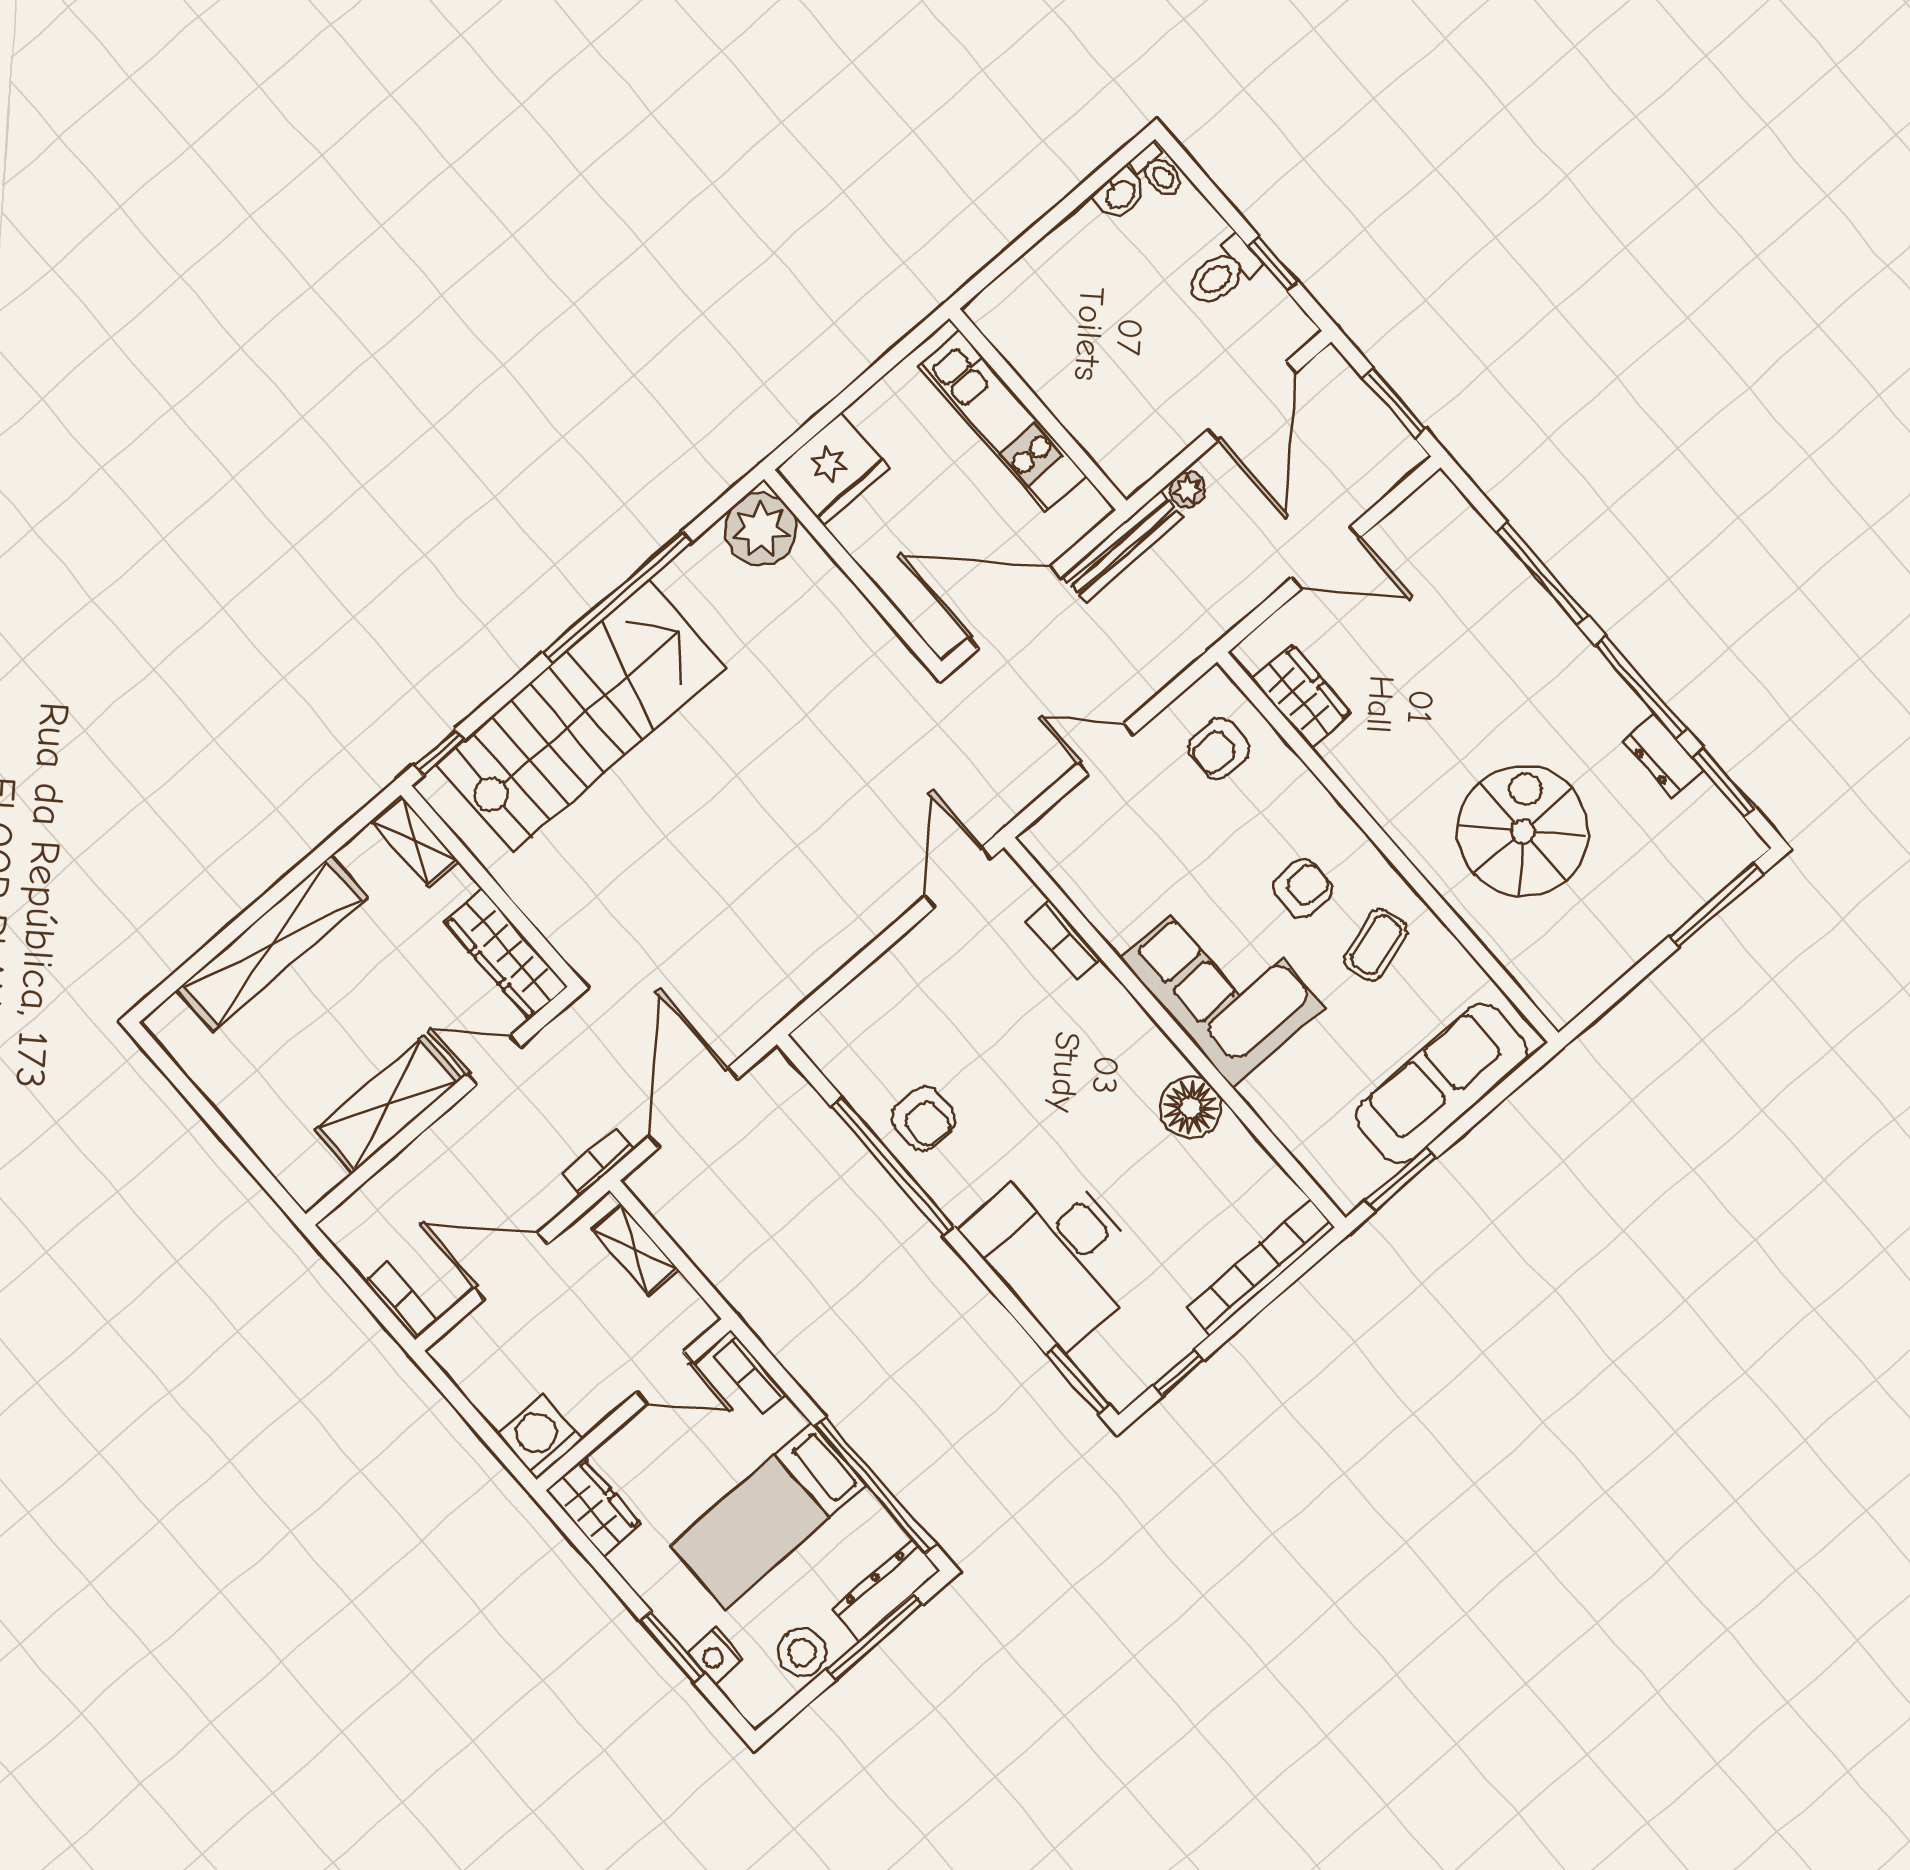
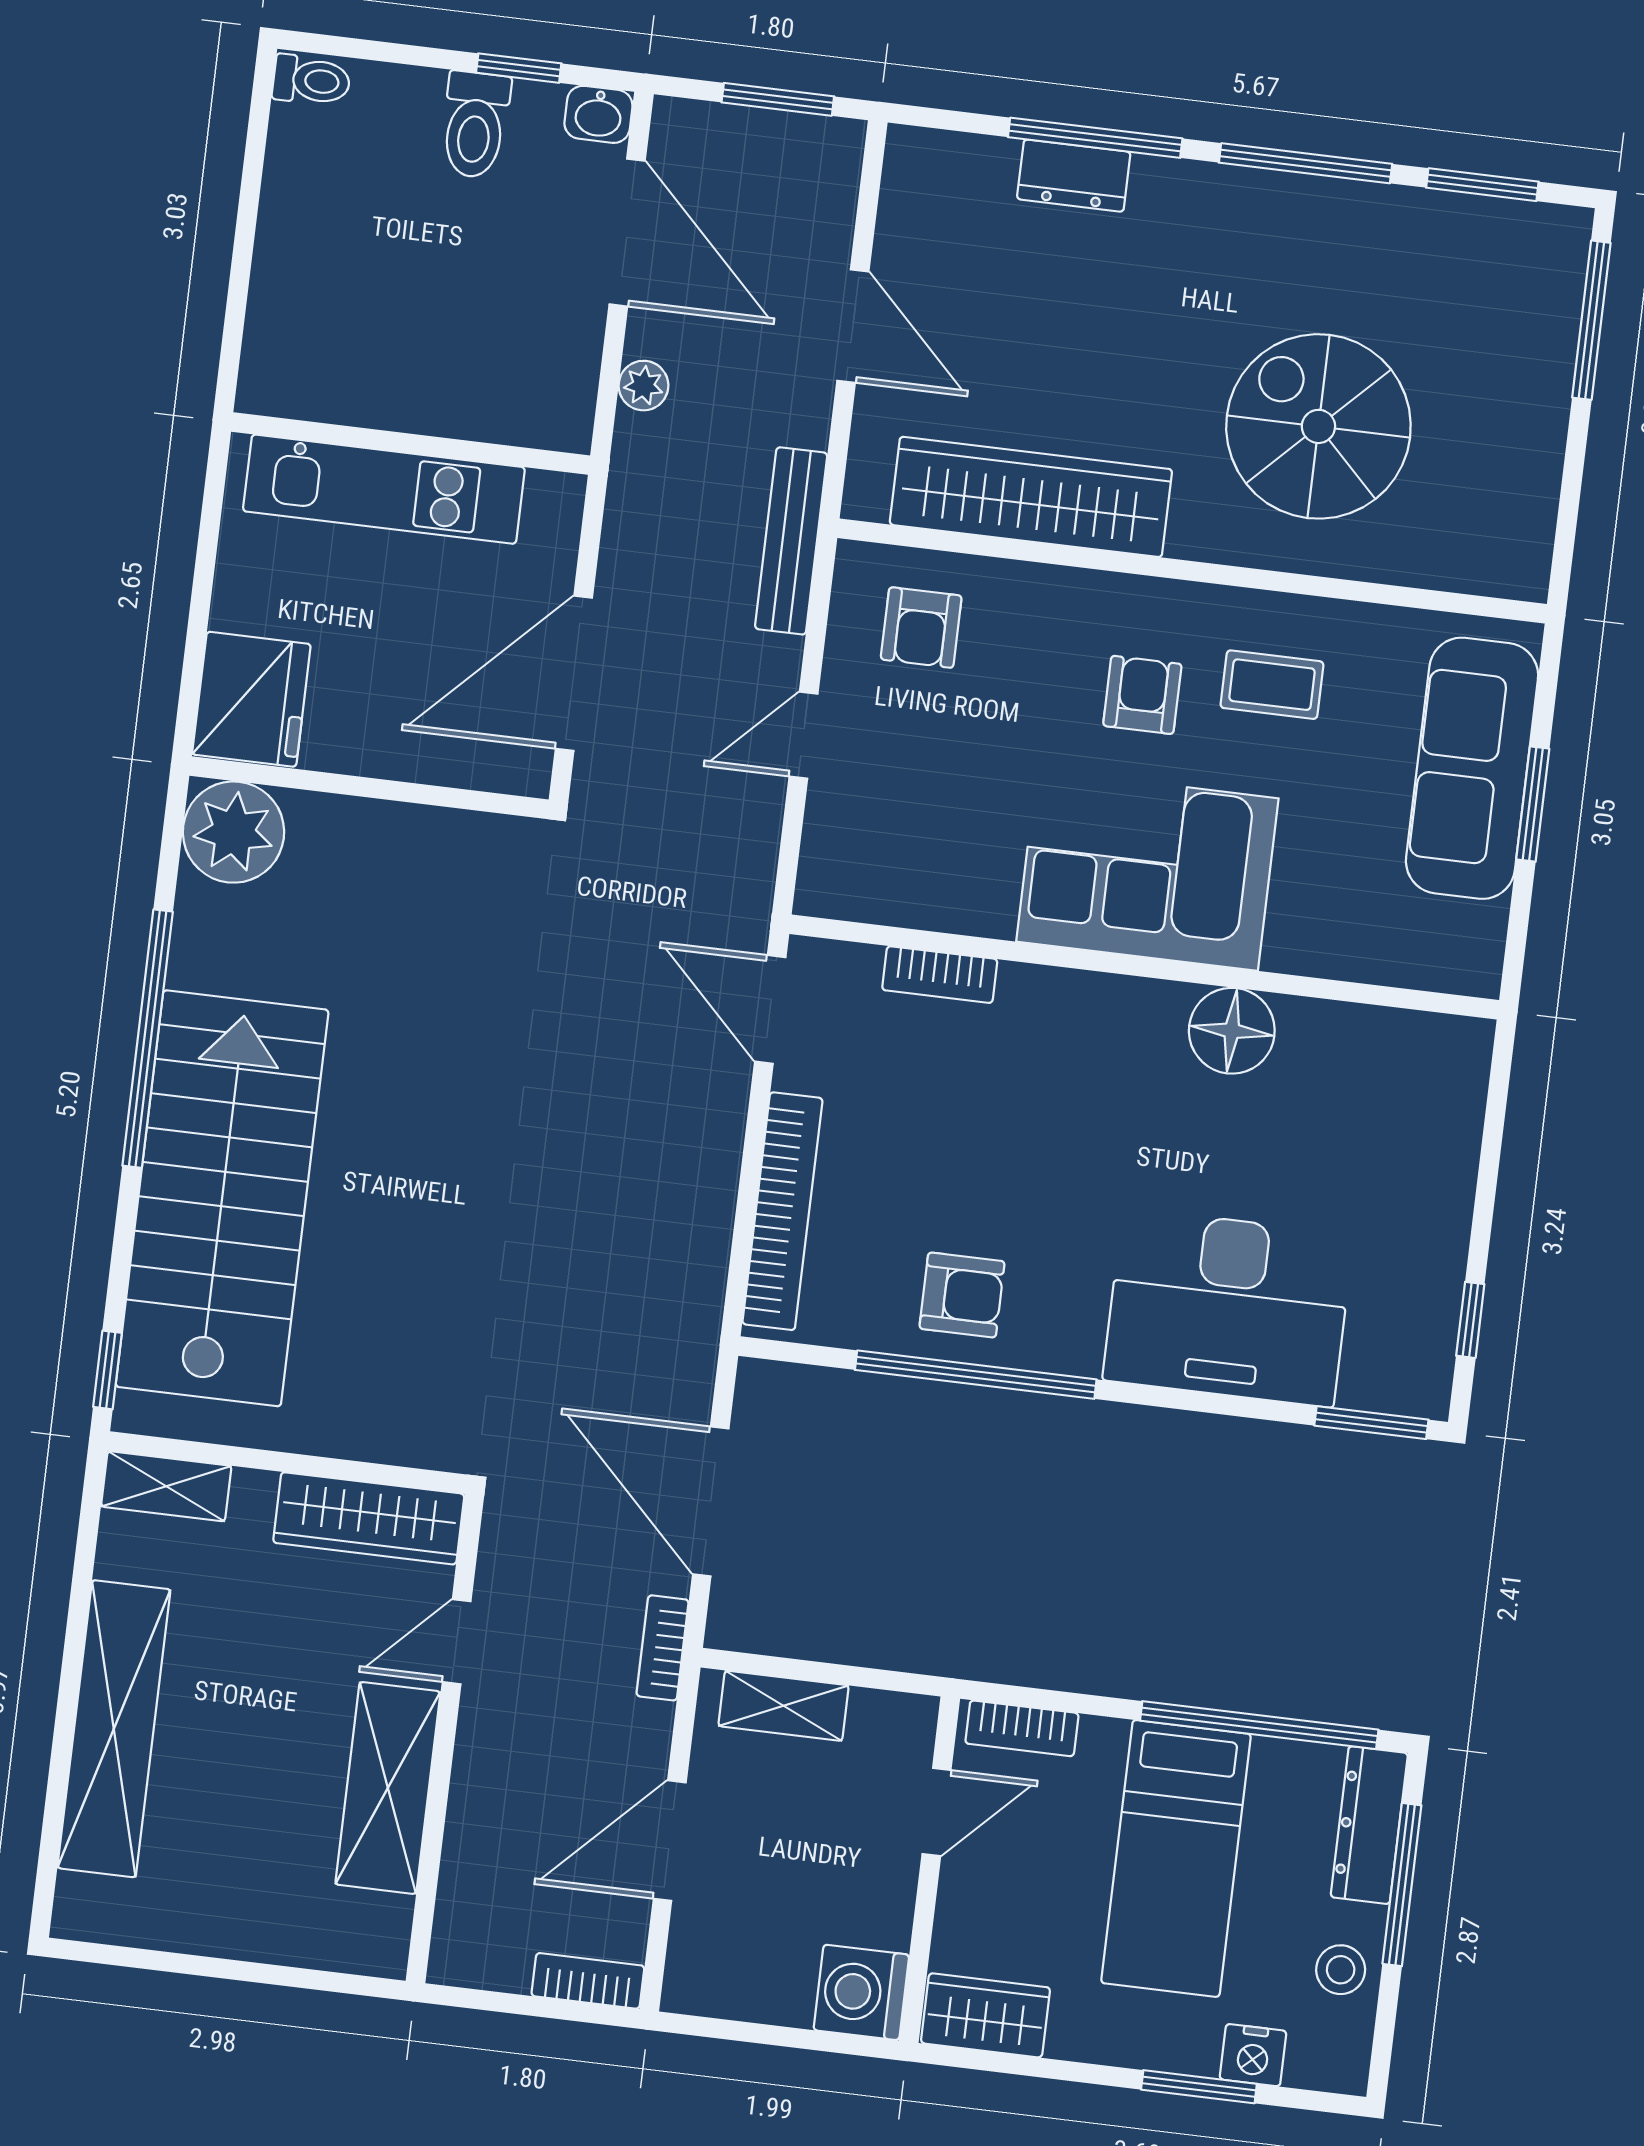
washbasin: (1120, 194) -> (598, 114), moved, turned 90
bench: (1123, 546) -> (791, 541), moved
door: (1326, 558) -> (853, 326), hinge flipped
wardrobe: (1301, 696) -> (1031, 497), width x2.10, depth x1.17
dresser: (1663, 756) -> (1074, 176), moved
coffee table: (1376, 945) -> (1272, 685), turned -73
window: (1401, 1179) -> (1533, 804), moved
bookcase: (1260, 1268) -> (782, 1211), moved, turned 180
stool: (802, 1652) -> (1341, 1970), width x0.73, depth x0.73

